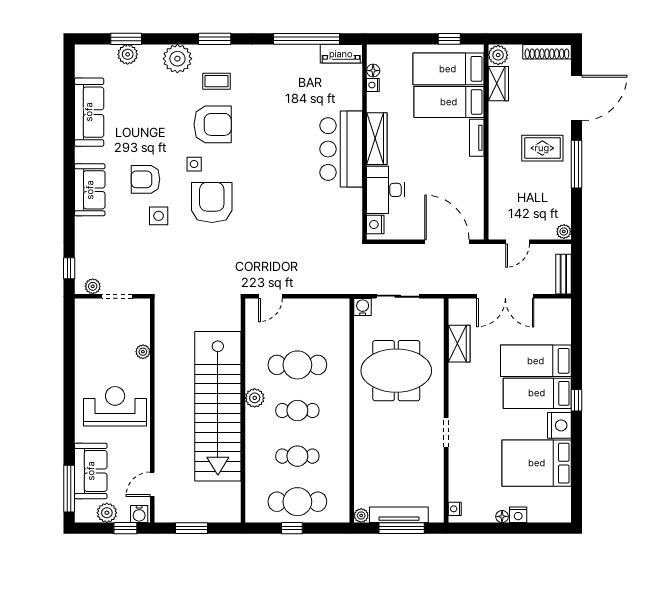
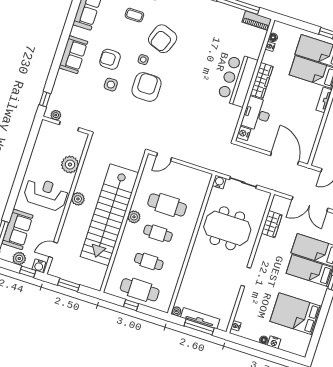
coffee table: (216, 81) -> (134, 15), moved
armchair: (213, 124) -> (163, 39), turned 110
plant: (143, 352) -> (70, 165), width x1.88, depth x1.88
plant: (164, 398) -> (78, 199), added
nightstand: (559, 425) -> (318, 295), removed

